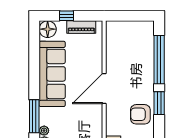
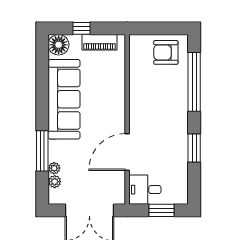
door: (104, 88) -> (127, 152), moved
window: (159, 103) -> (194, 148), moved
armchair: (140, 114) -> (166, 52), moved

